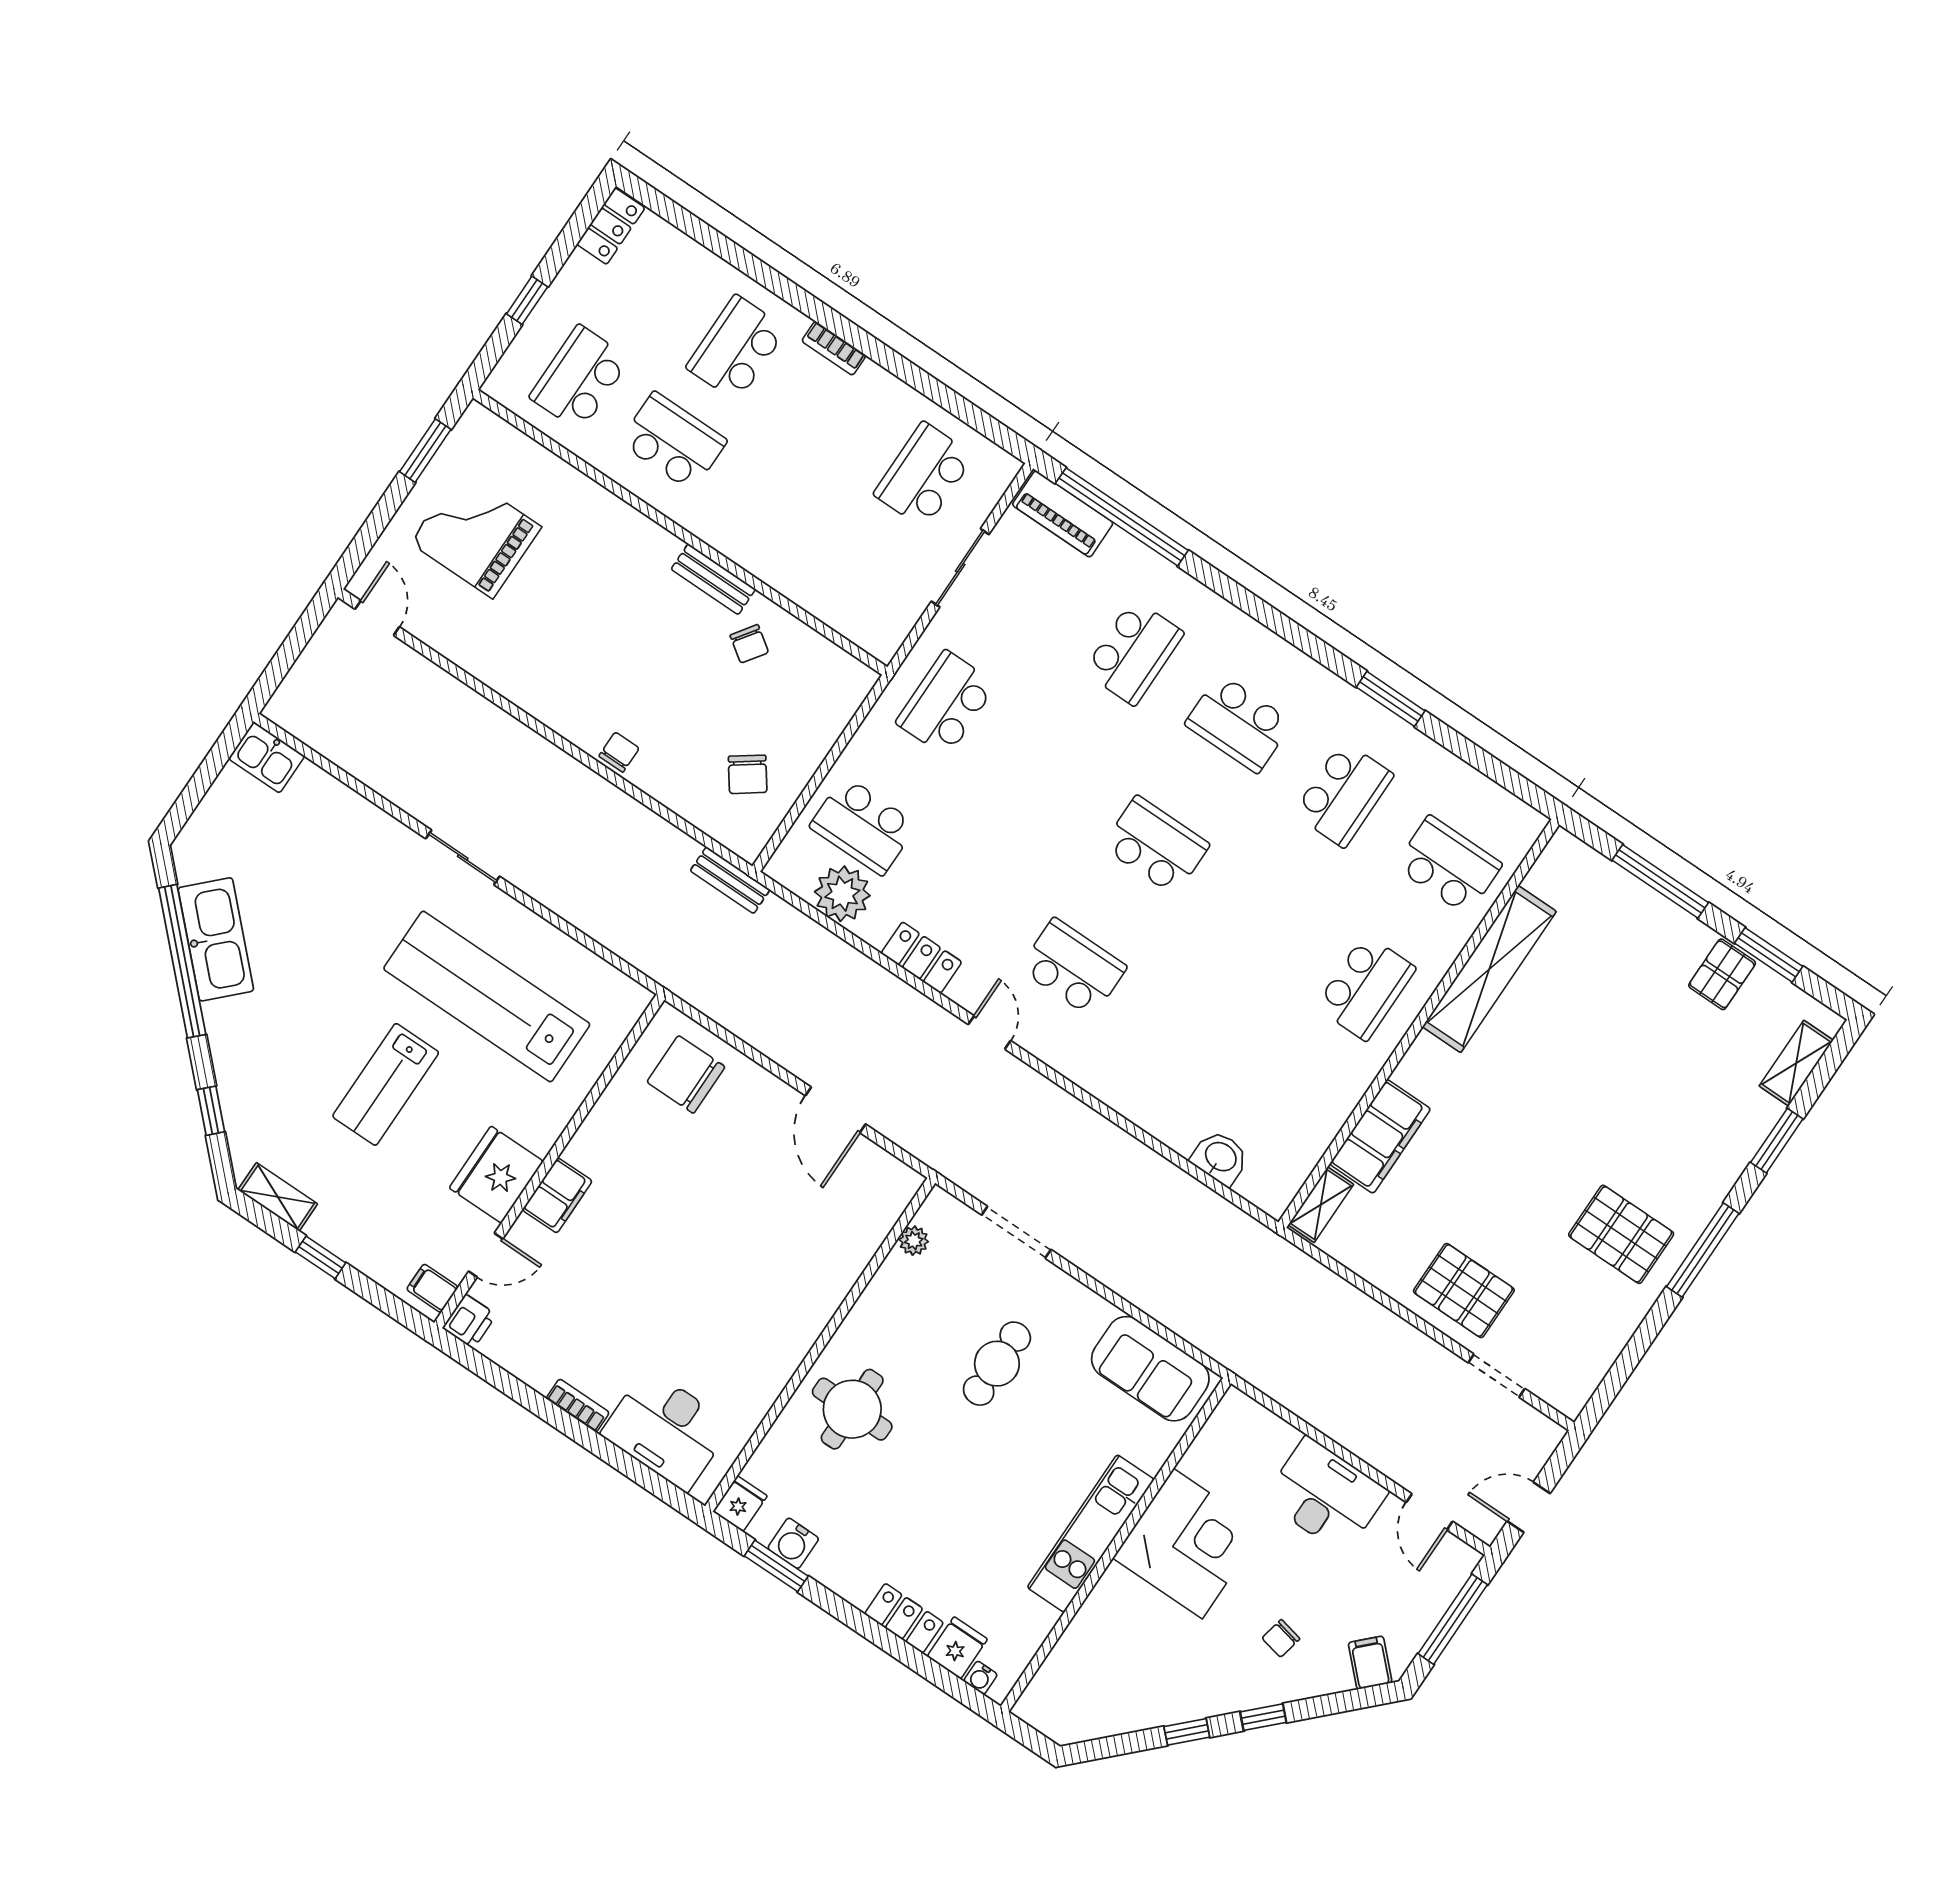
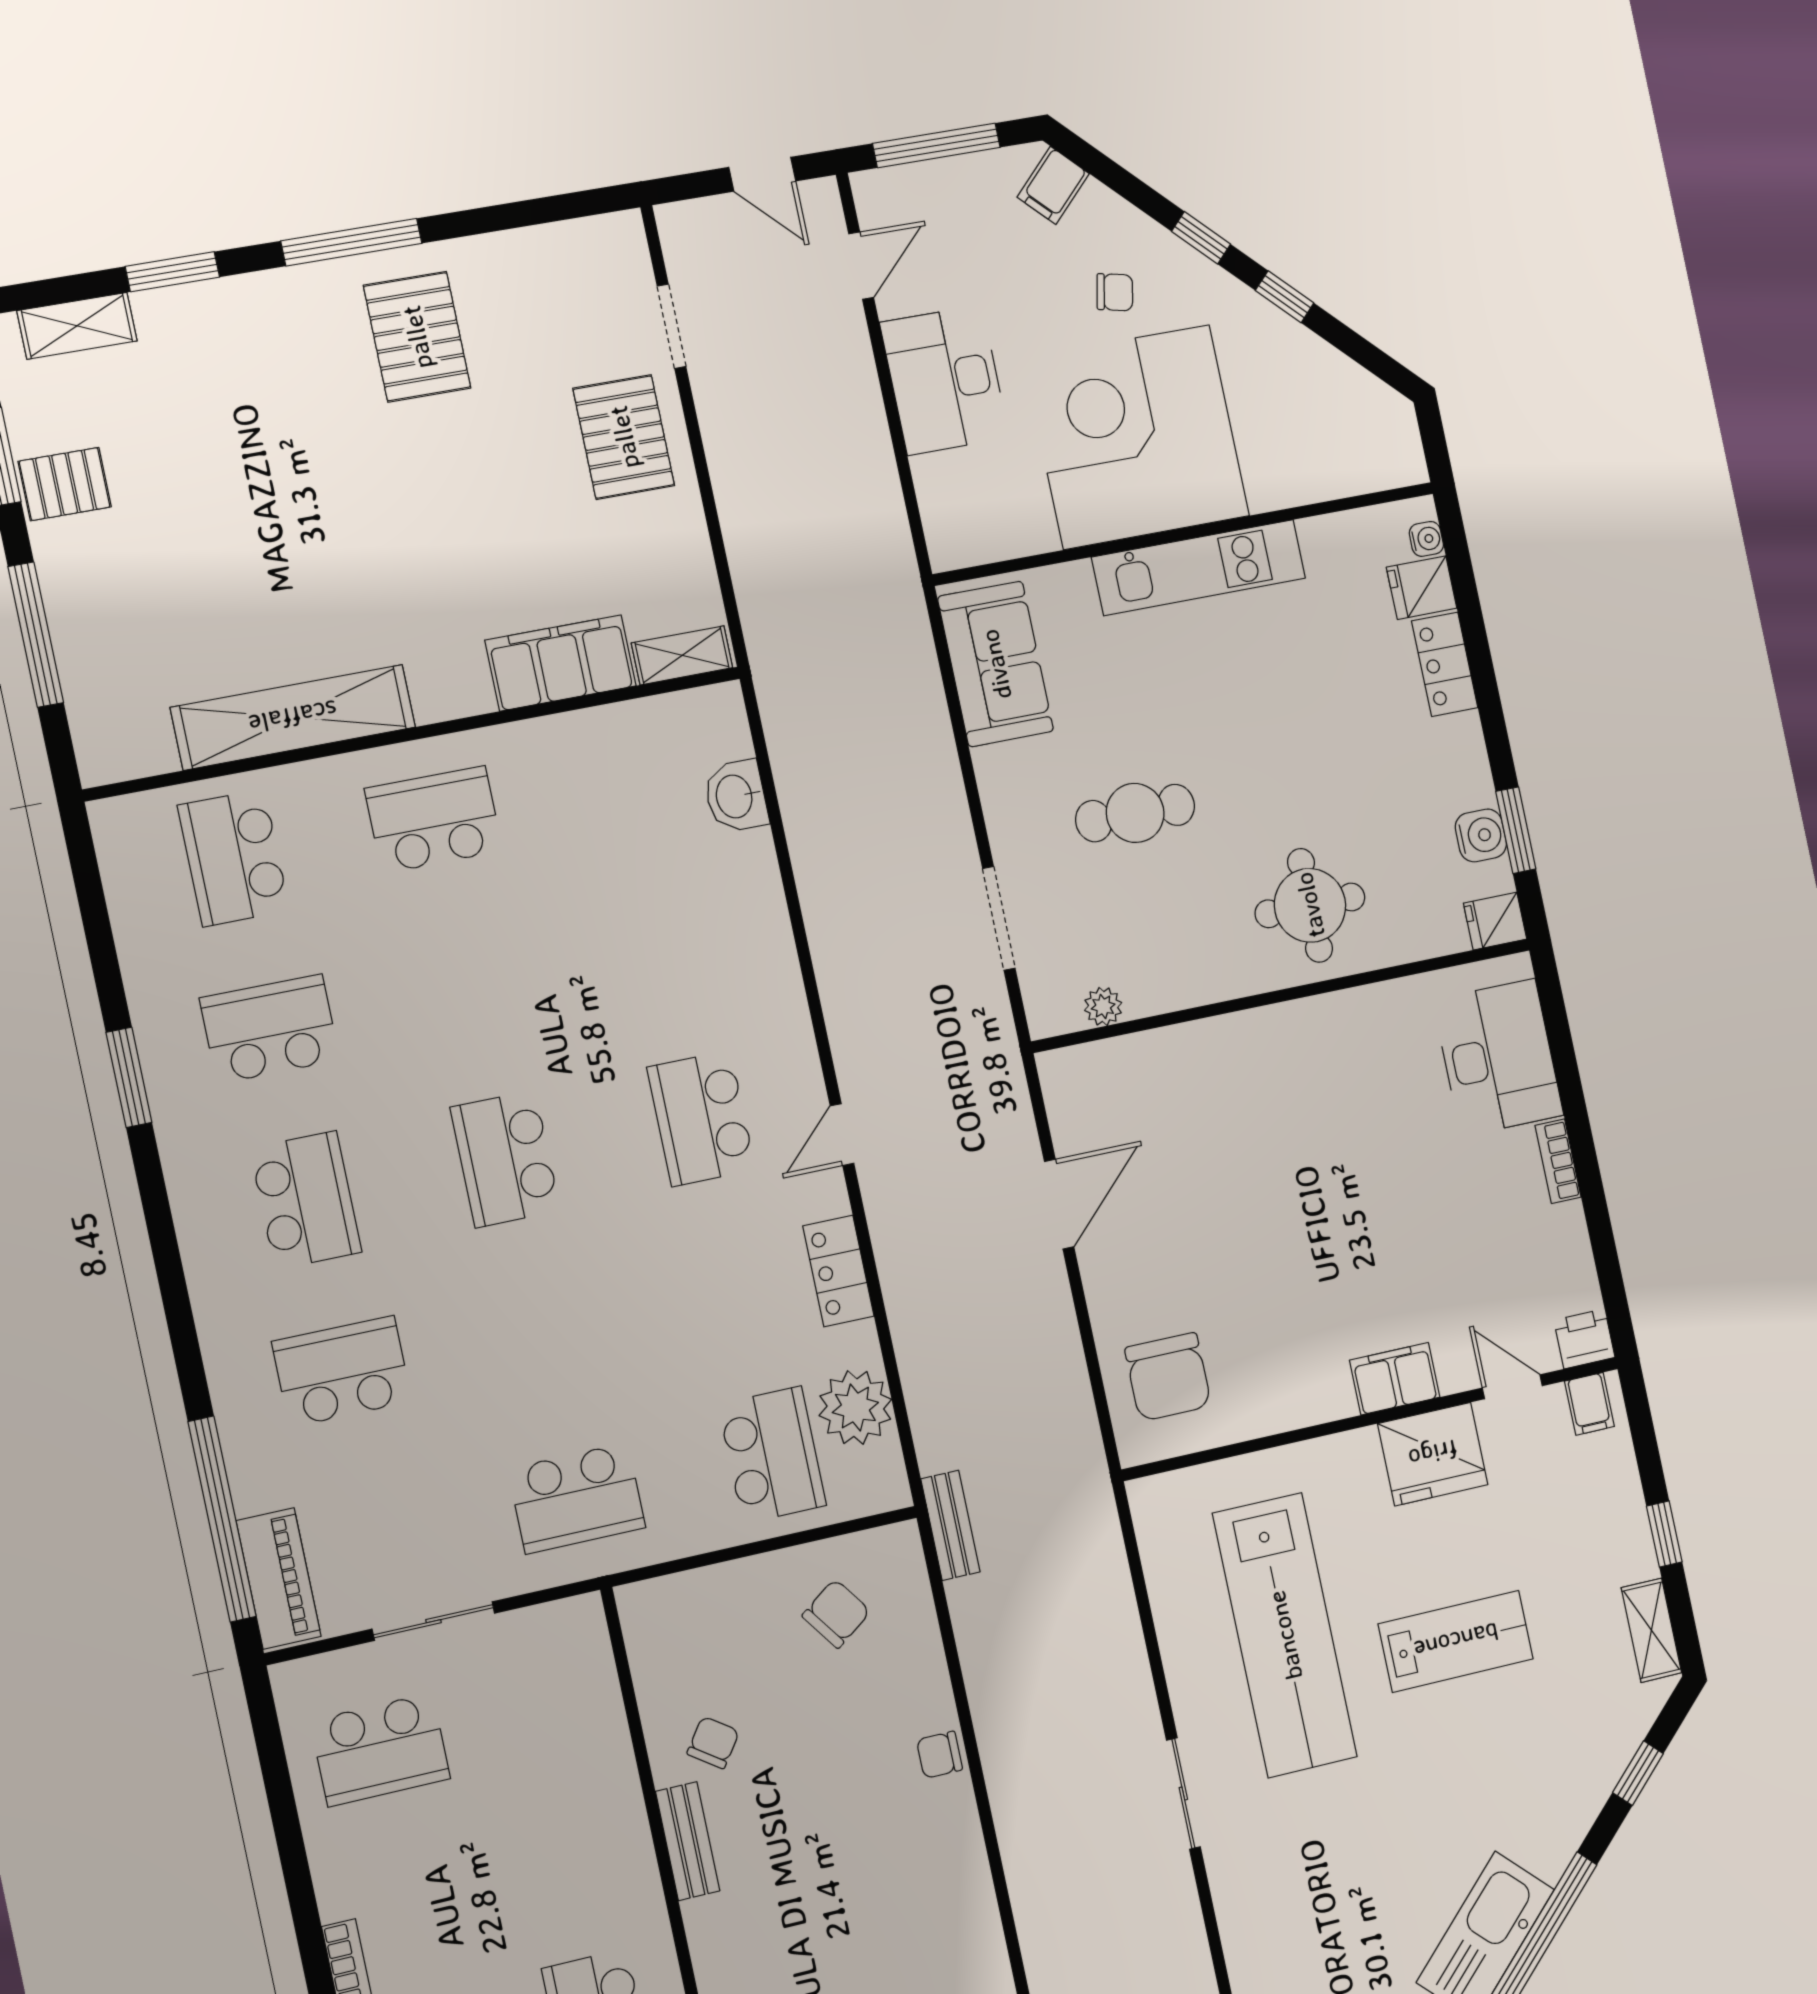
corner desk: (1188, 1544) -> (1137, 437), width x1.36, depth x1.36

